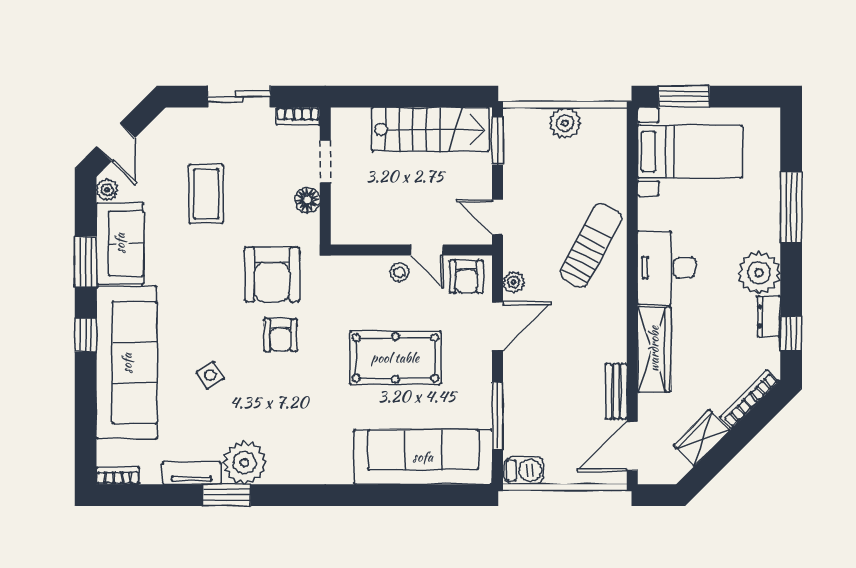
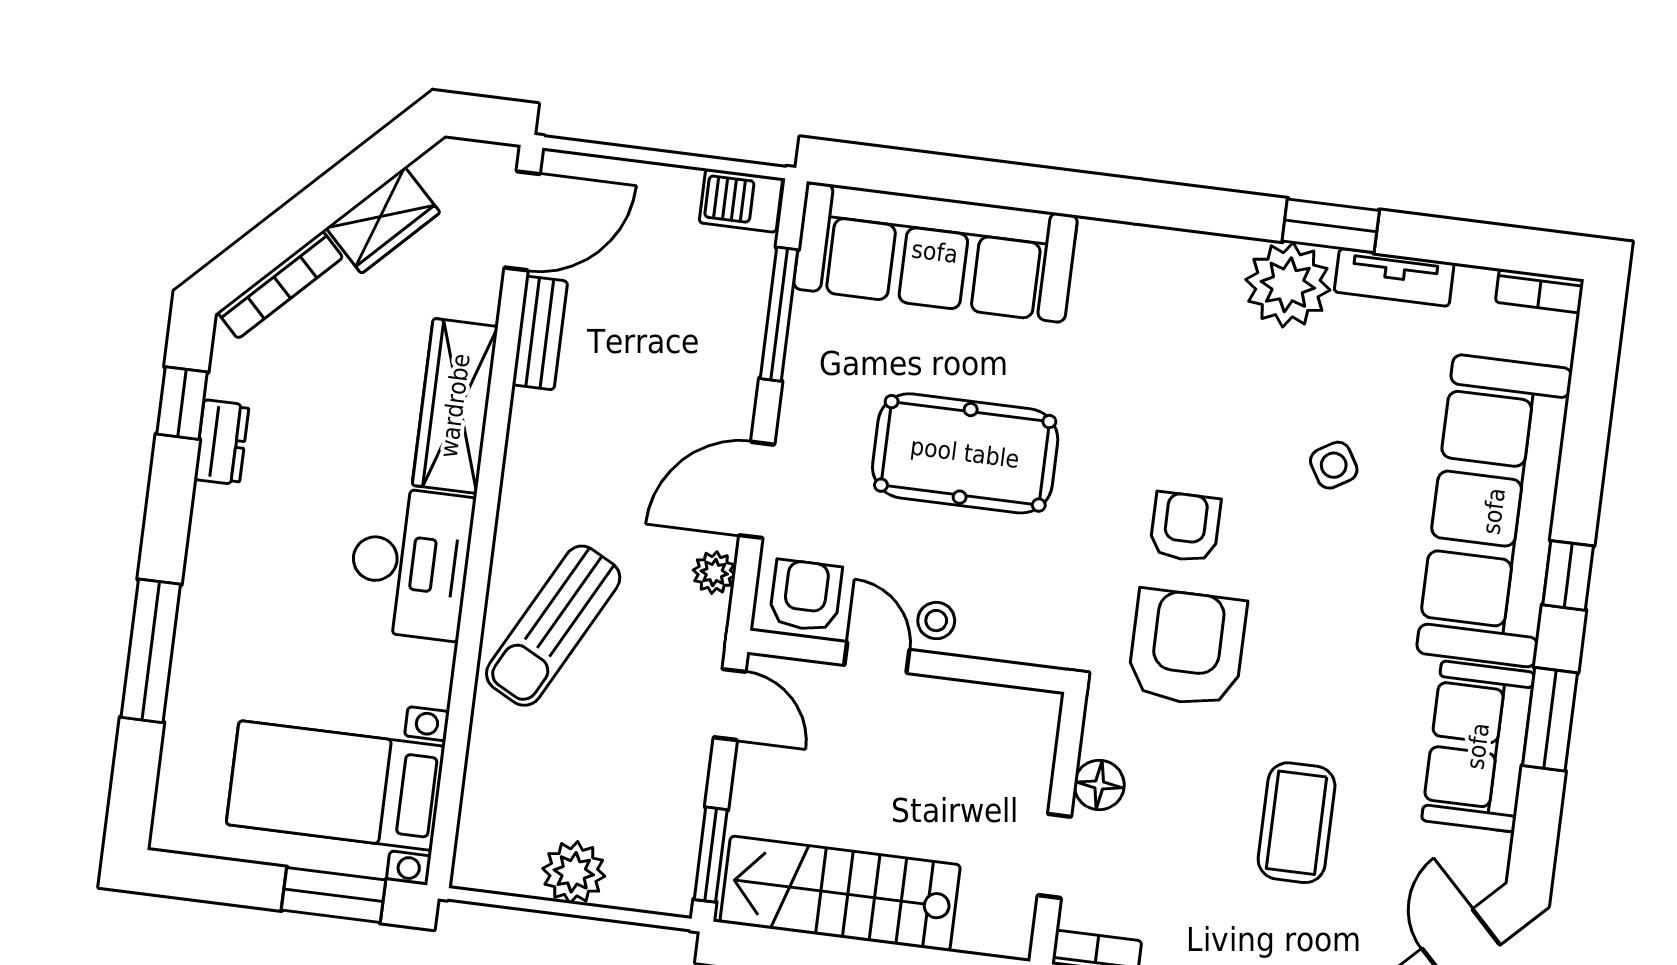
plant: (107, 190) -> (1490, 855), removed
plant: (759, 273) -> (230, 531), removed

